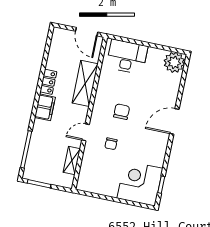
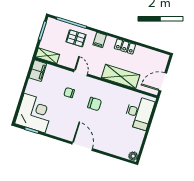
plant: (174, 62) -> (133, 156), width x0.53, depth x0.53
filing cabinet: (45, 107) -> (100, 40), width x0.50
pallet: (44, 142) -> (76, 38), added
shelving: (72, 161) -> (48, 56), moved
filing cabinet: (88, 184) -> (38, 71), added

